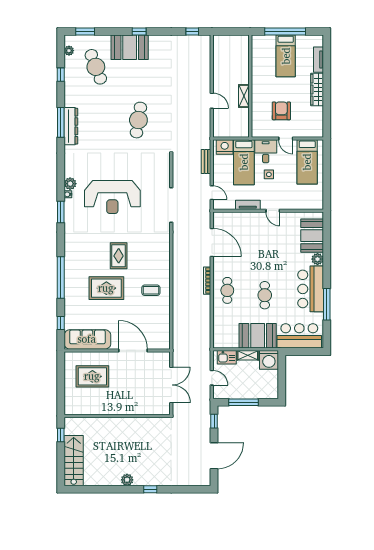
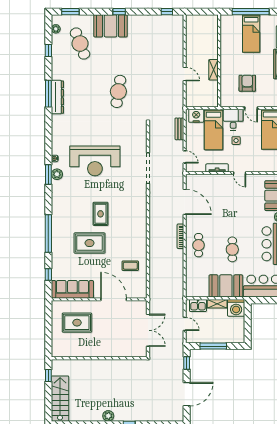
plant: (70, 184) -> (57, 174), moved
coffee table: (151, 290) -> (130, 266), moved

